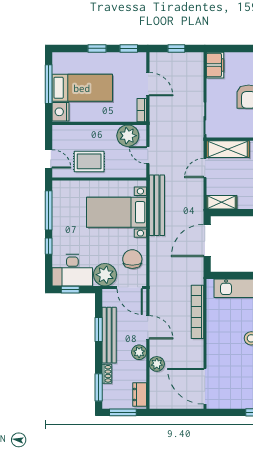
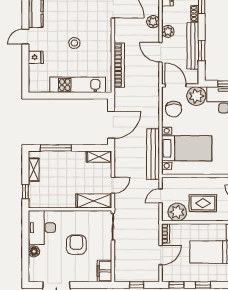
door: (148, 84) -> (161, 255), swing flipped
door: (148, 155) -> (161, 196), swing flipped
rug: (89, 161) -> (203, 203), moved

